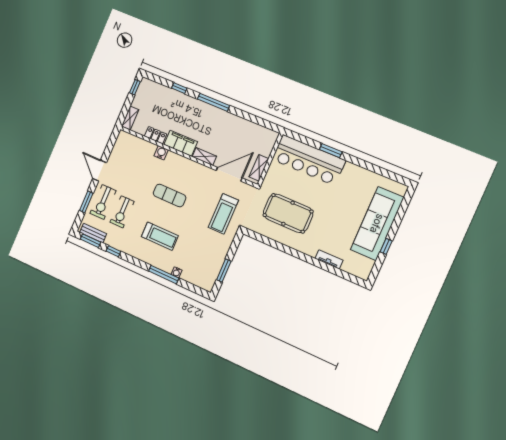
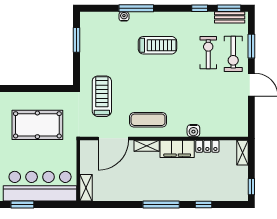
shelving: (259, 168) -> (86, 188), moved
exercise mat: (170, 195) -> (148, 120), moved
exercise bike: (103, 202) -> (233, 54), turned 180
treadmill: (160, 236) -> (157, 45), turned 180

